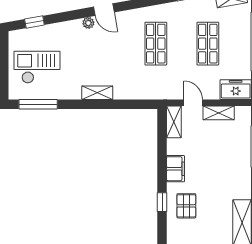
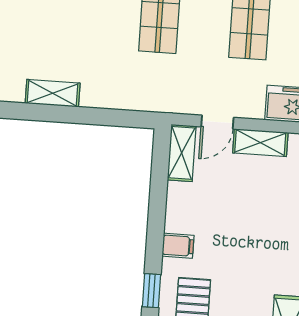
door: (193, 103) -> (217, 122), swing flipped
filing cabinet: (175, 169) -> (178, 246), width x0.50

